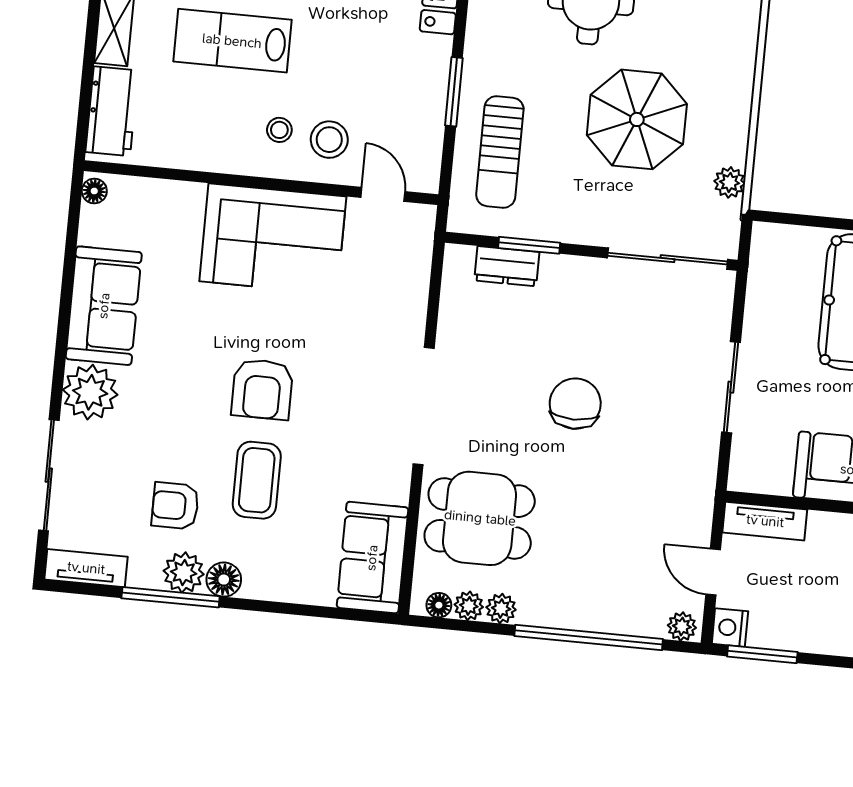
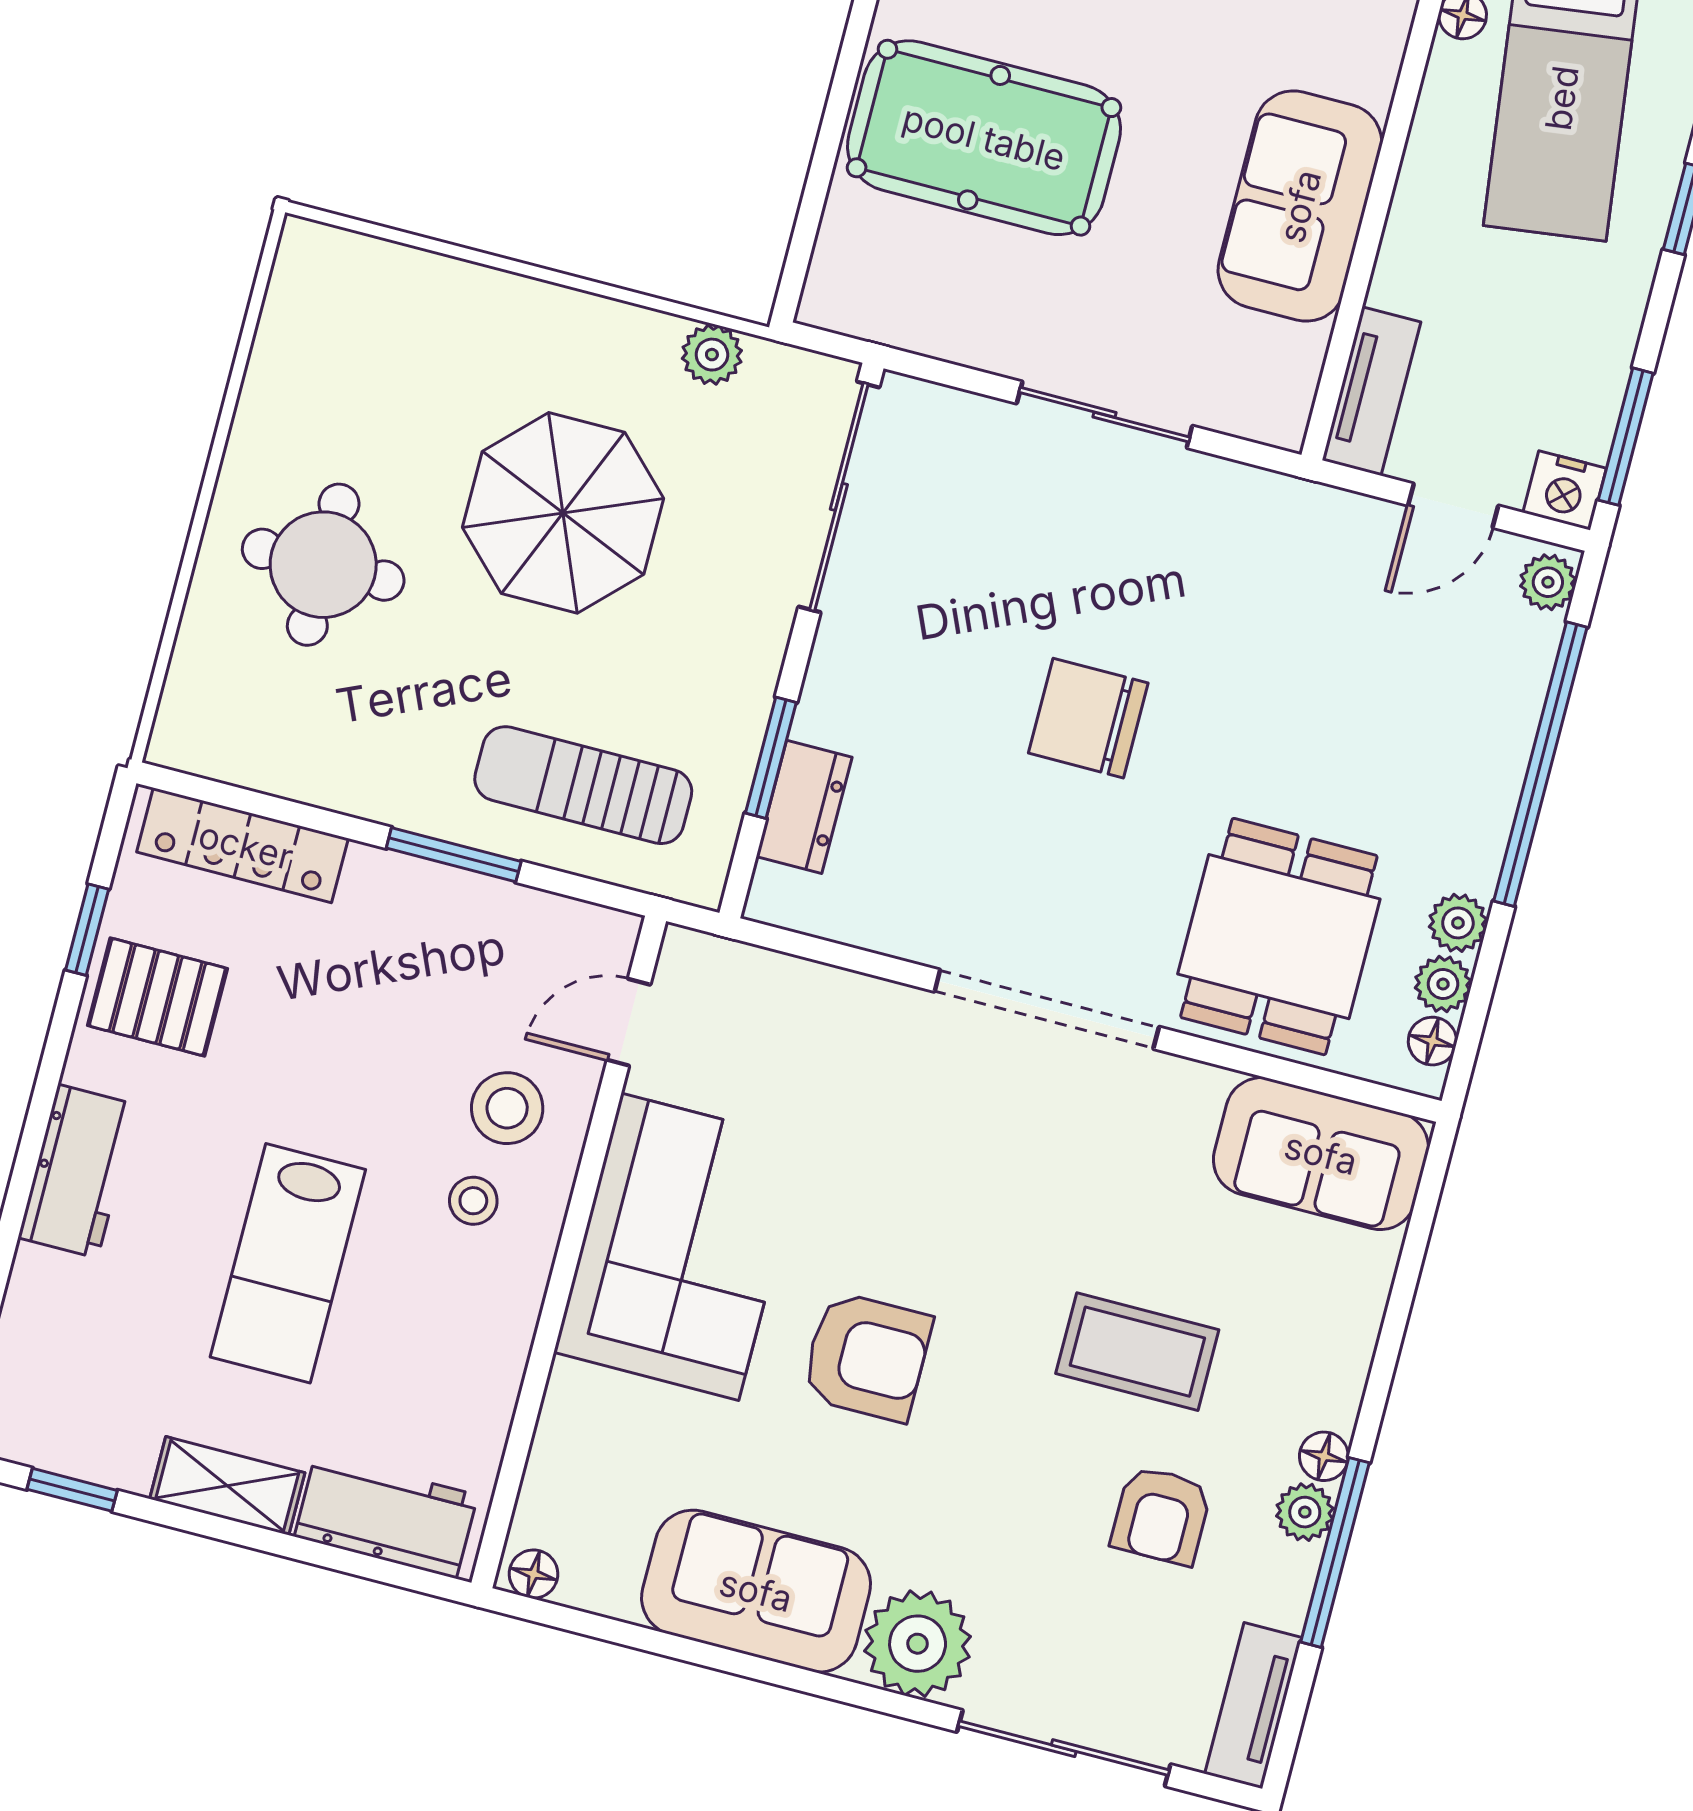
sun lounger: (500, 152) -> (583, 785), turned 180
armchair: (262, 389) -> (867, 1357), moved
plant: (184, 573) -> (1305, 1512), width x0.73, depth x0.73
floor lamp: (224, 580) -> (1324, 1456), width x0.73, depth x0.73

